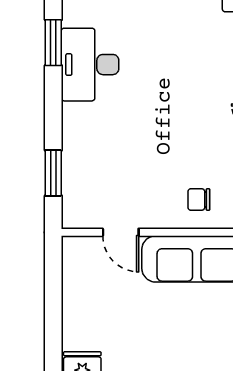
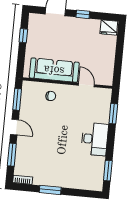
desk: (90, 65) -> (95, 139), moved

